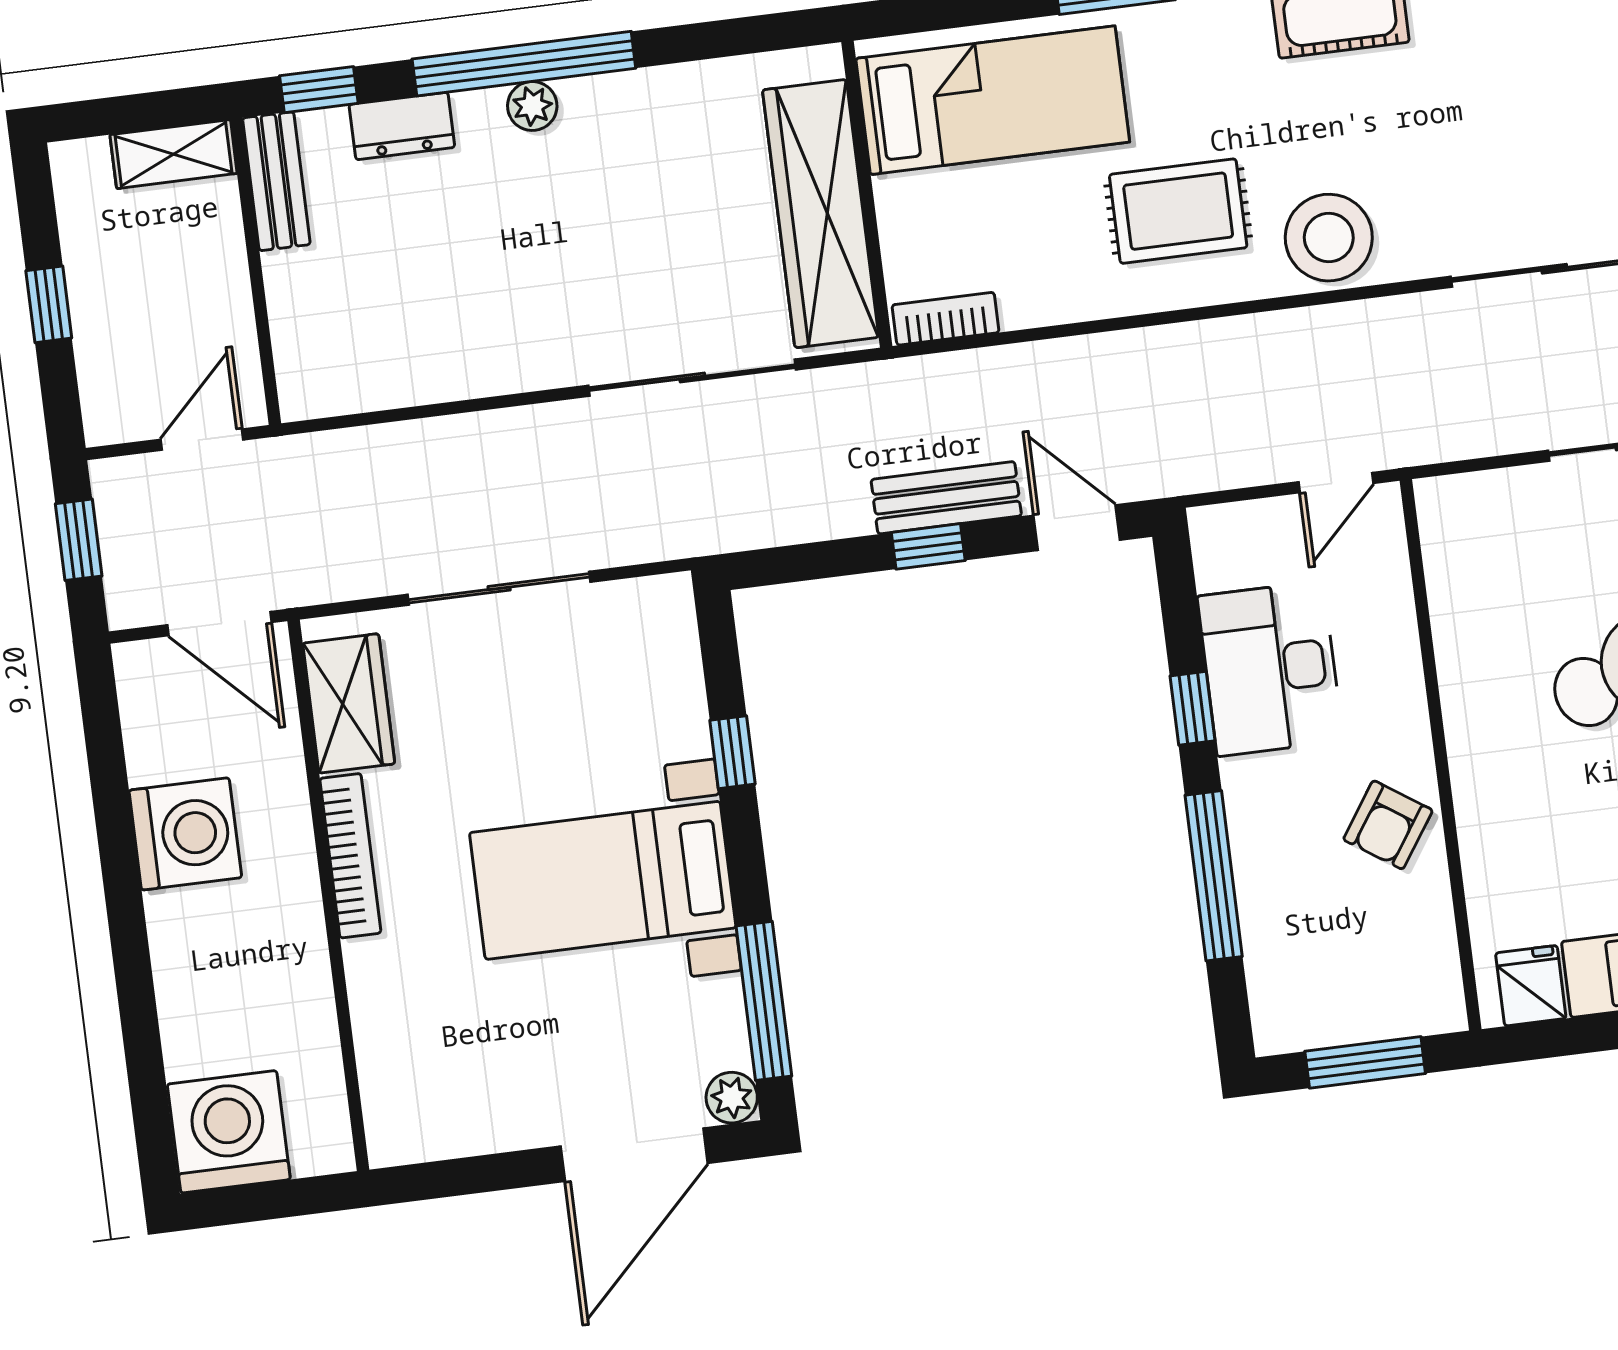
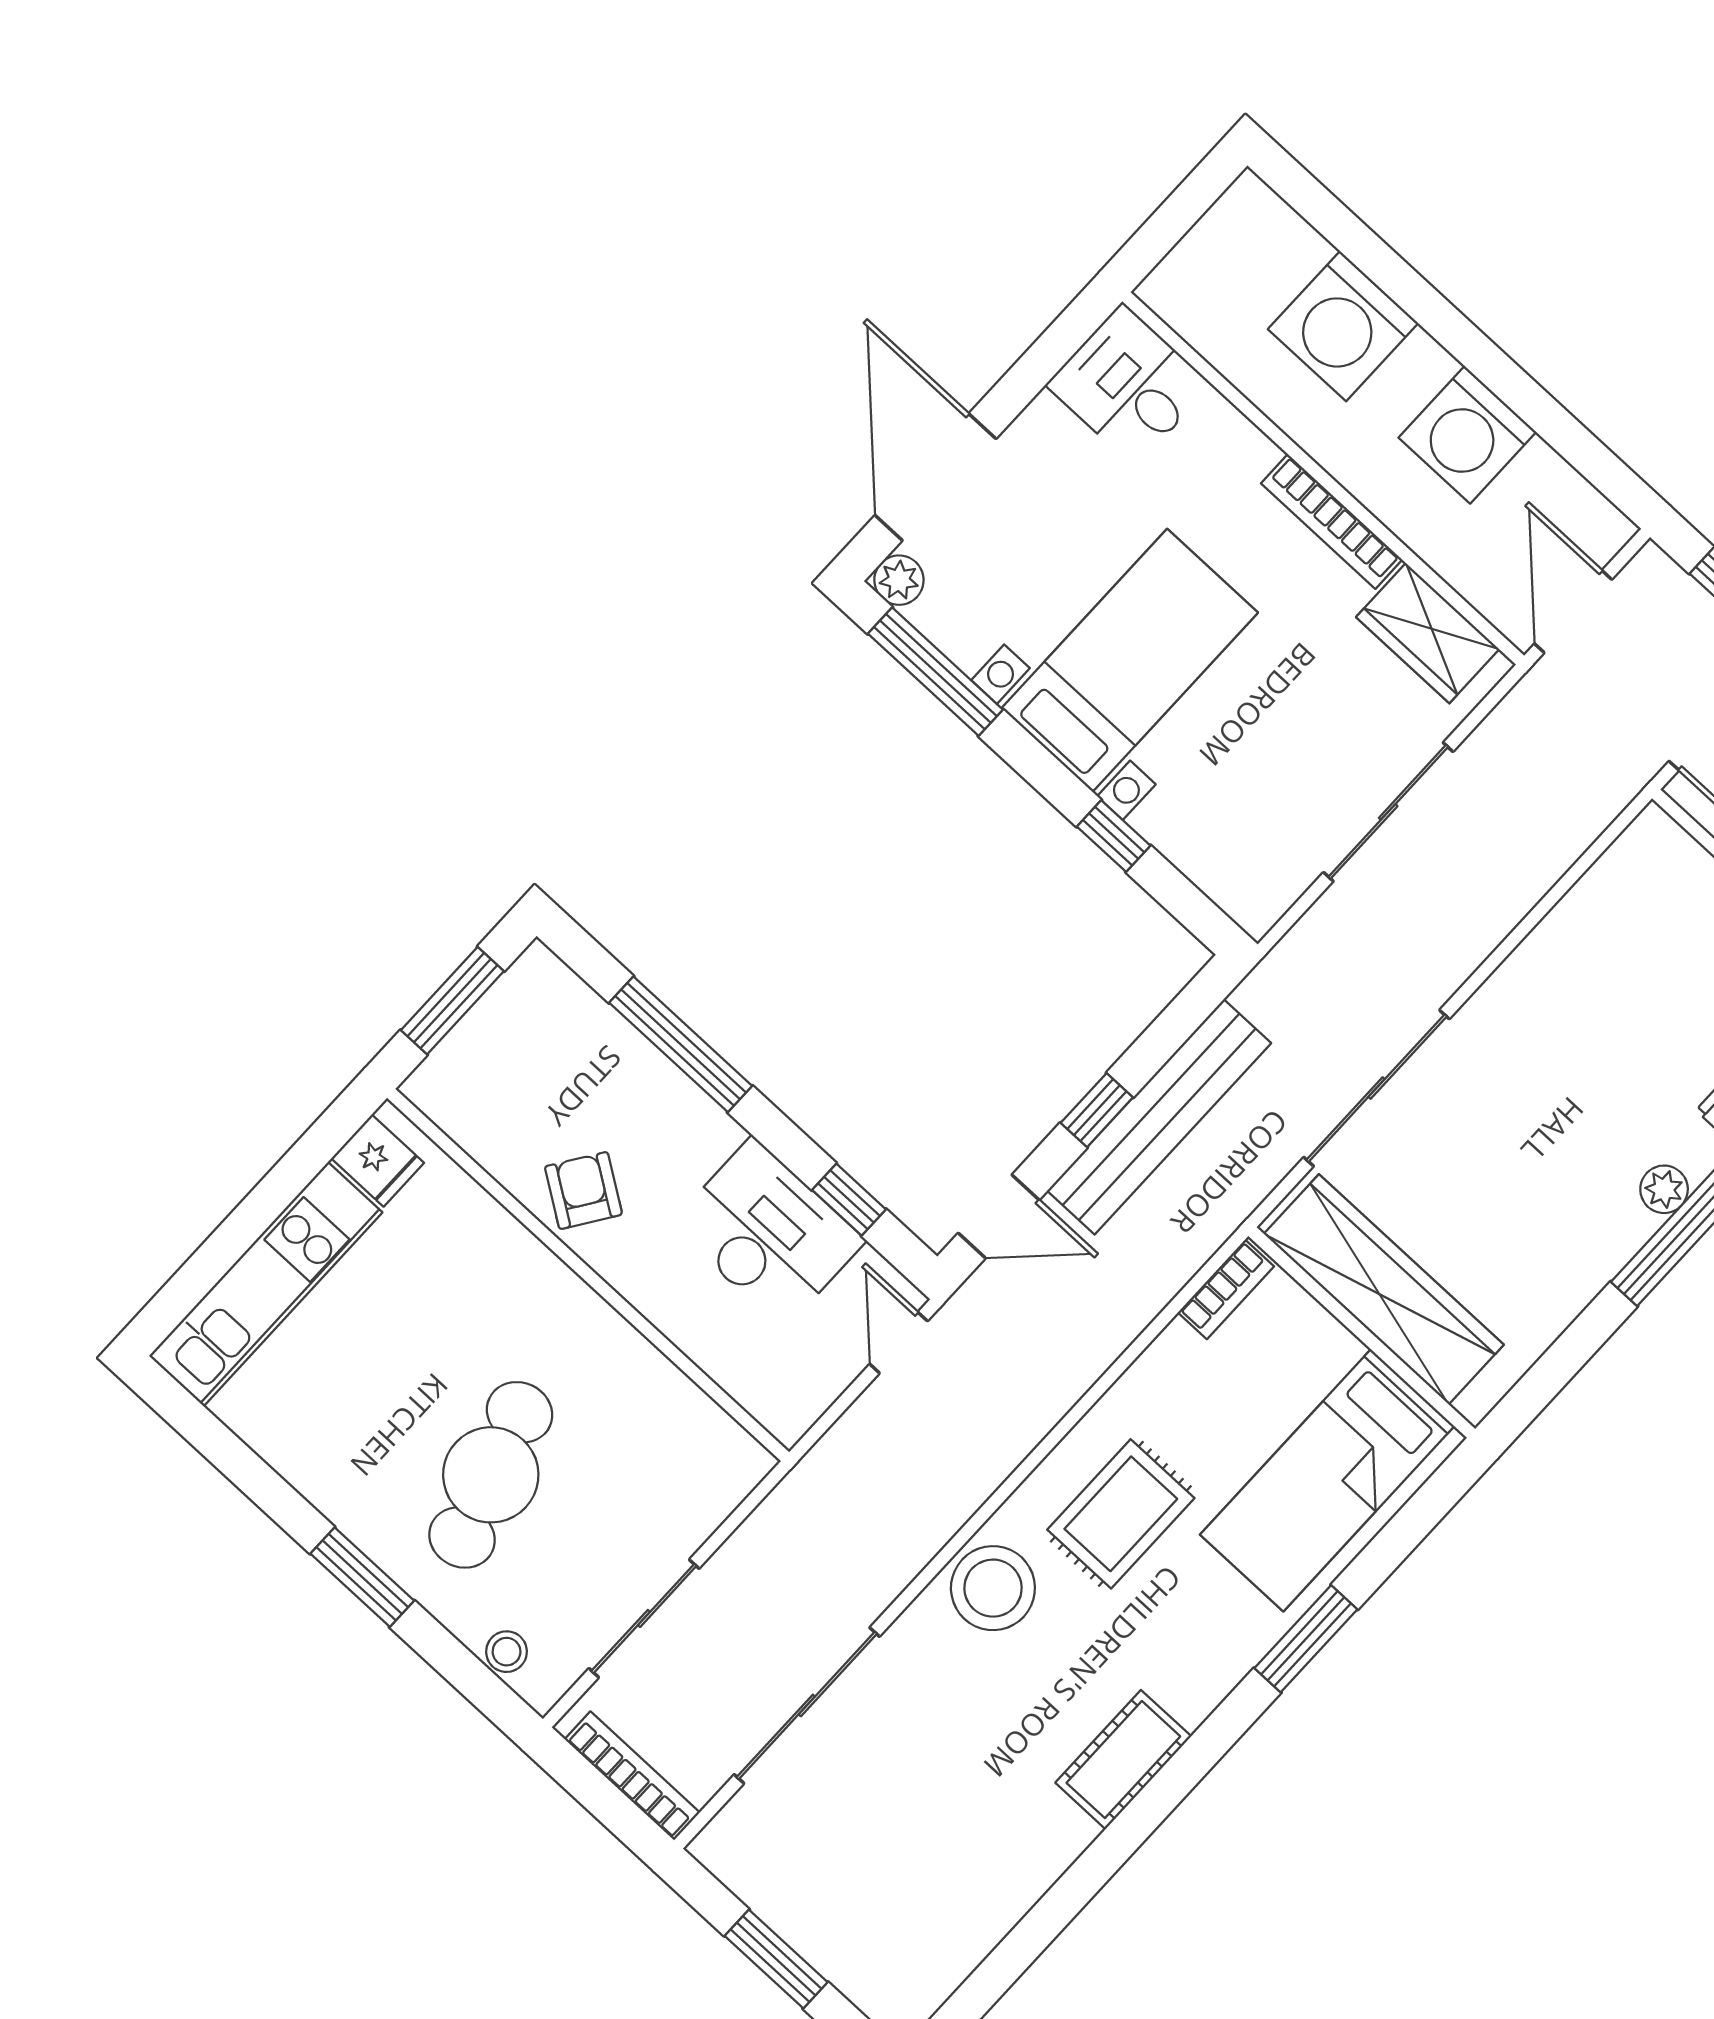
door: (1336, 483) -> (899, 1343), moved
bench: (946, 498) -> (1159, 1117), width x1.86, depth x1.21
door: (219, 624) -> (1573, 612), hinge flipped
window: (1193, 708) -> (849, 1200), moved
desk: (420, 1099) -> (1129, 385), added
washing machine: (229, 1132) -> (1343, 326), moved, turned 90

